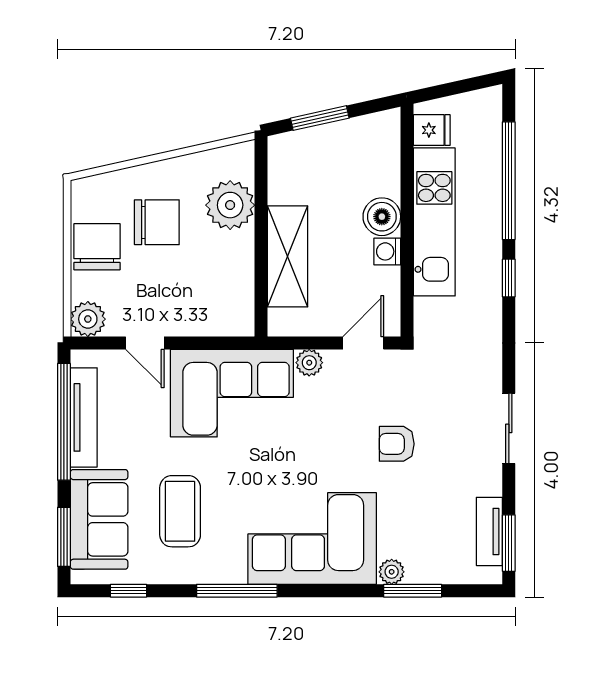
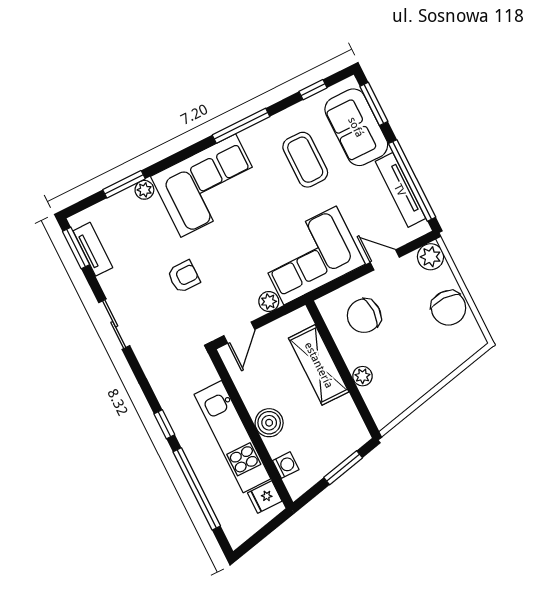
plant: (230, 205) -> (362, 376), width x0.53, depth x0.53
chair: (157, 222) -> (364, 316), moved
washing machine: (387, 251) -> (286, 465), moved

